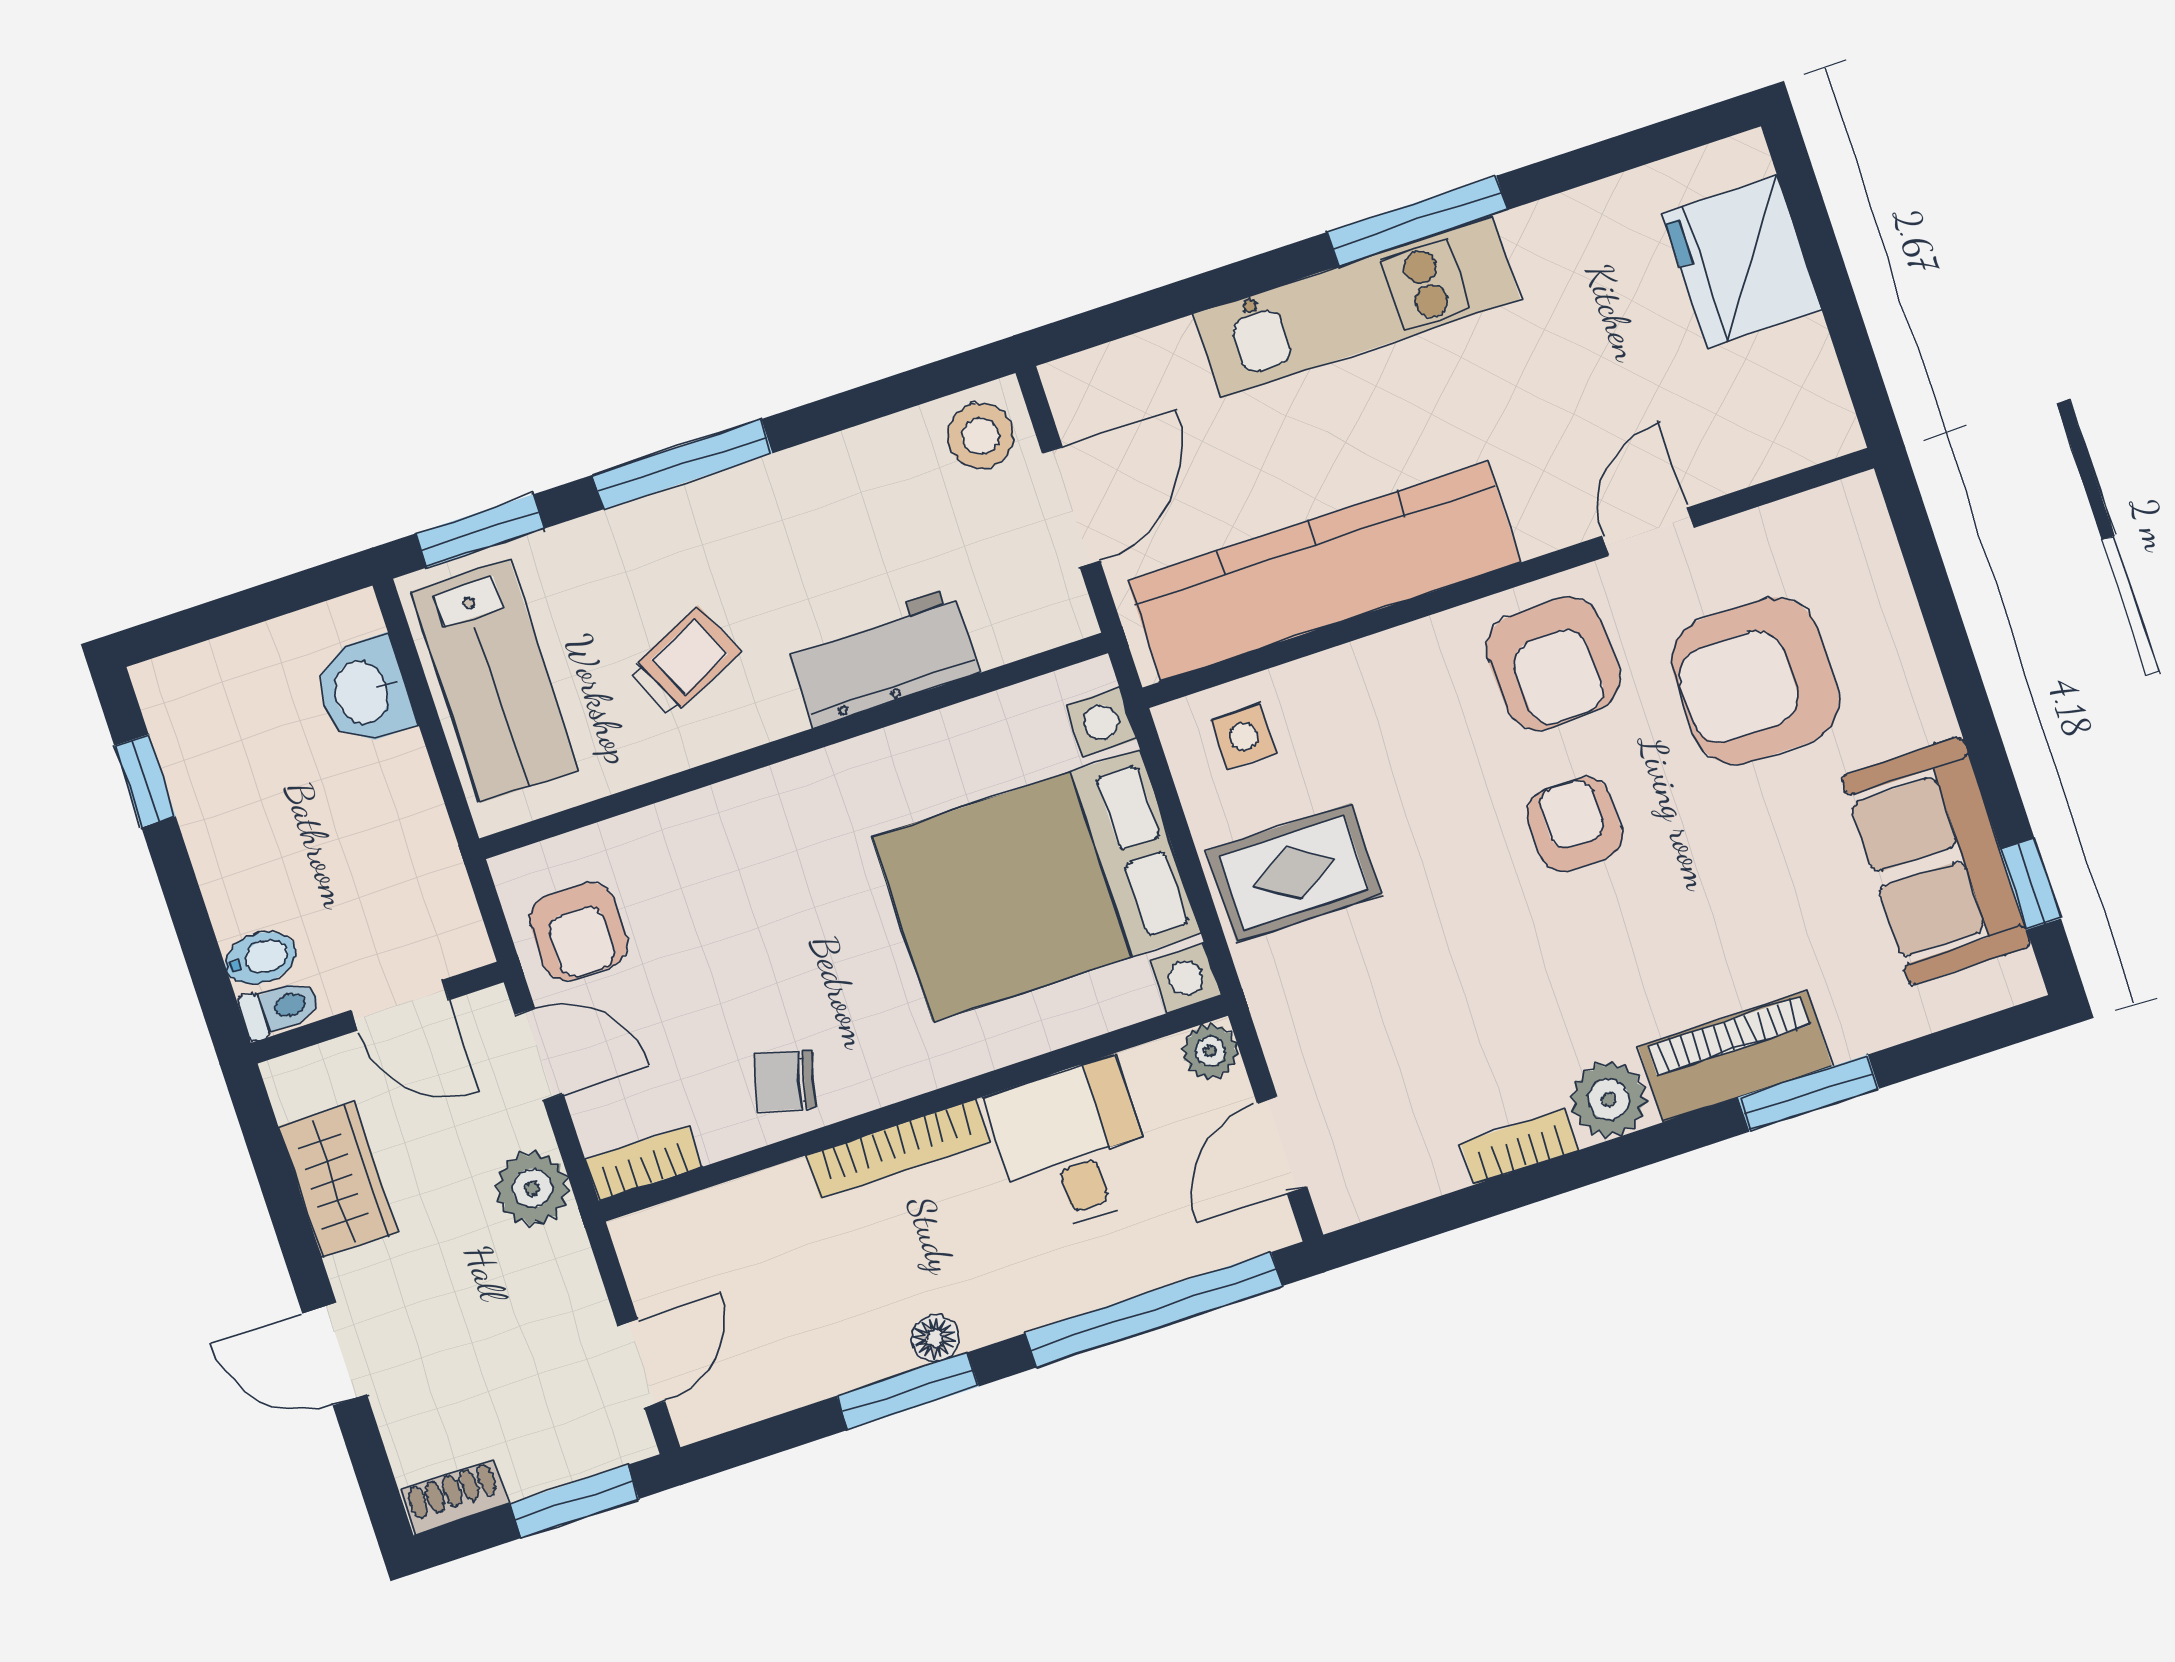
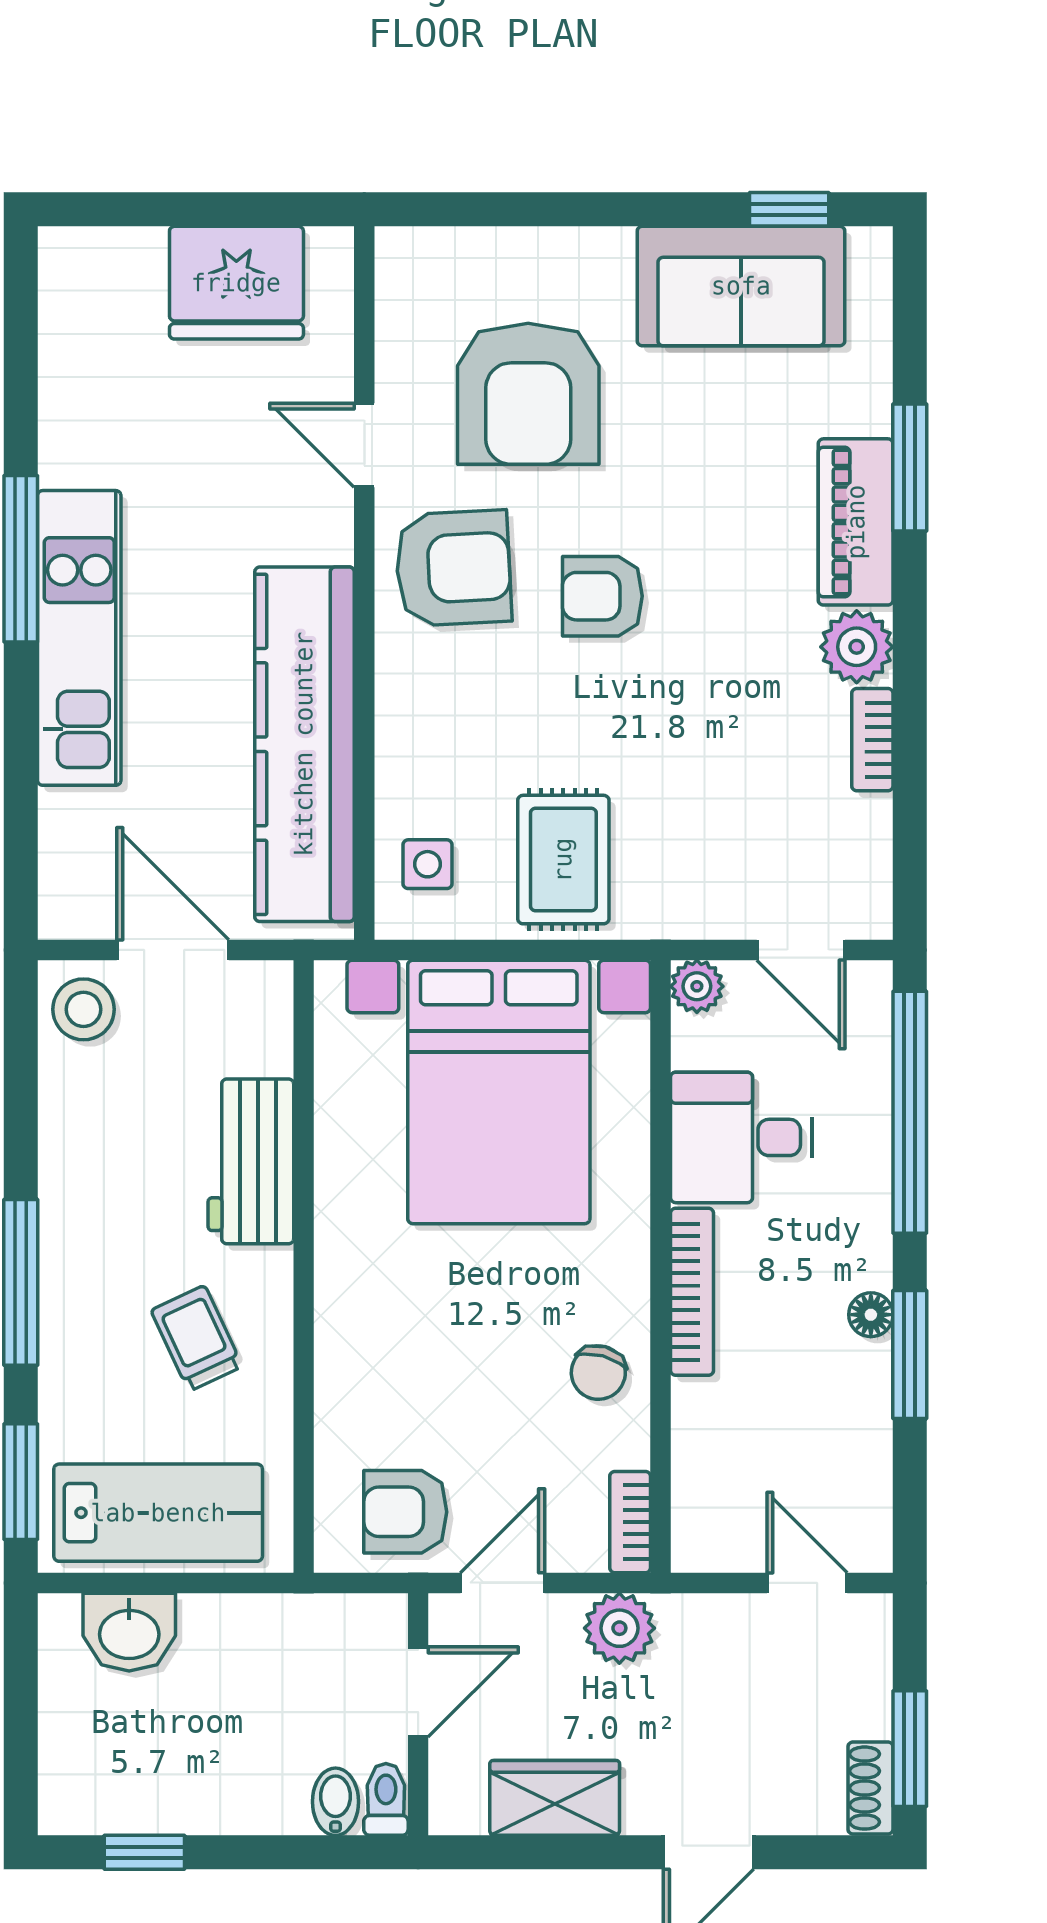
fridge: (1742, 262) -> (236, 283), moved
armchair: (579, 932) -> (405, 1512), turned 180
window: (574, 1501) -> (910, 1749), moved

